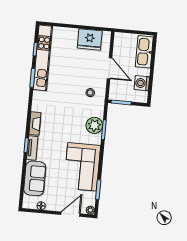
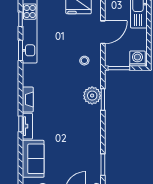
door: (109, 68) -> (103, 32), hinge flipped
washing machine: (142, 83) -> (137, 59), moved, turned 90
corner sofa: (82, 167) -> (83, 141), removed

